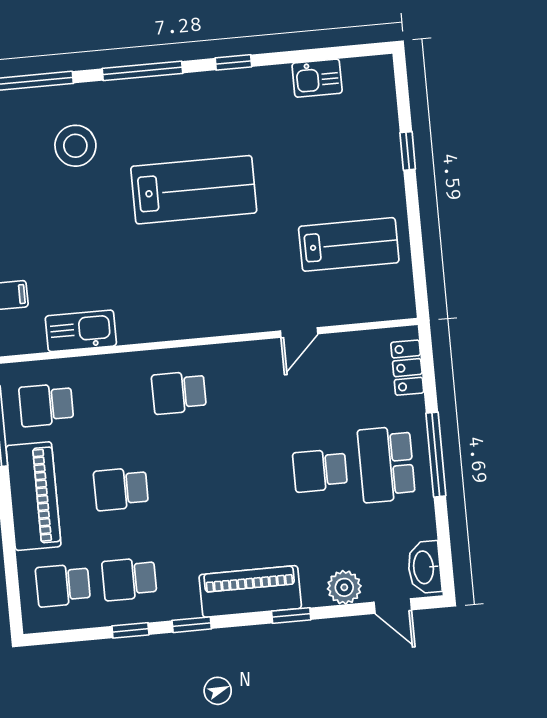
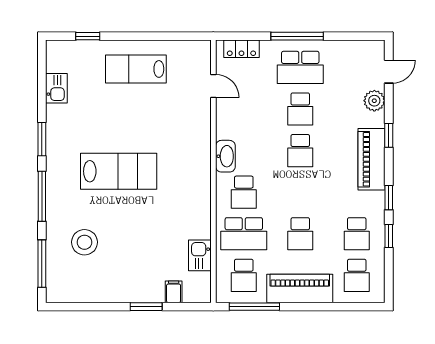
window: (233, 62) -> (42, 139), width x1.50
window: (408, 151) -> (88, 36), moved
lab bench: (194, 190) -> (119, 171), turned 90
lab bench: (349, 244) -> (136, 69), moved, turned -90
kitchen sink: (81, 331) -> (200, 255), width x0.73
door: (299, 332) -> (213, 86), moved
school desk: (113, 399) -> (244, 234), added
school desk: (254, 477) -> (300, 151), added
washbasin: (424, 567) -> (225, 156), moved, turned -90

